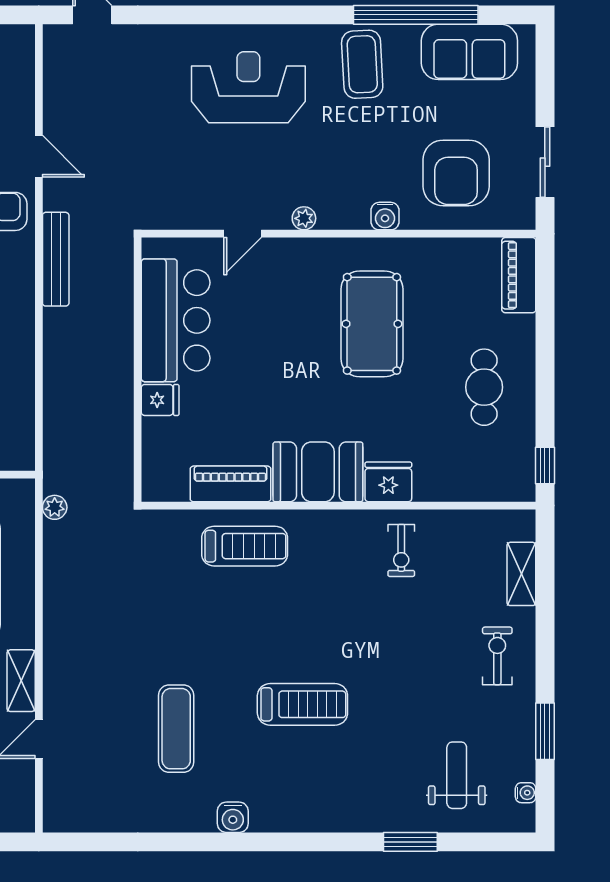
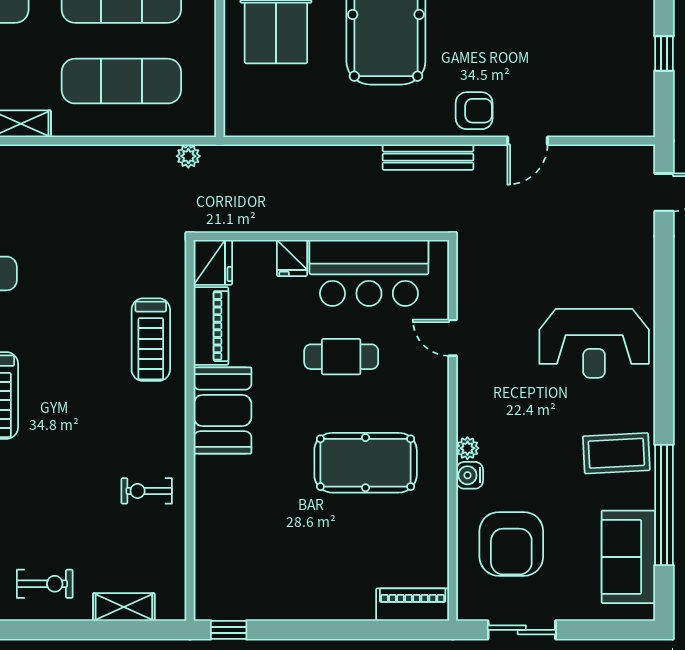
reception desk: (248, 87) -> (594, 343), turned 90
armchair: (456, 173) -> (511, 544), turned -90
plant: (304, 218) -> (467, 448), moved
cafe table: (484, 387) -> (341, 357), moved
fridge: (388, 482) -> (213, 262), moved

